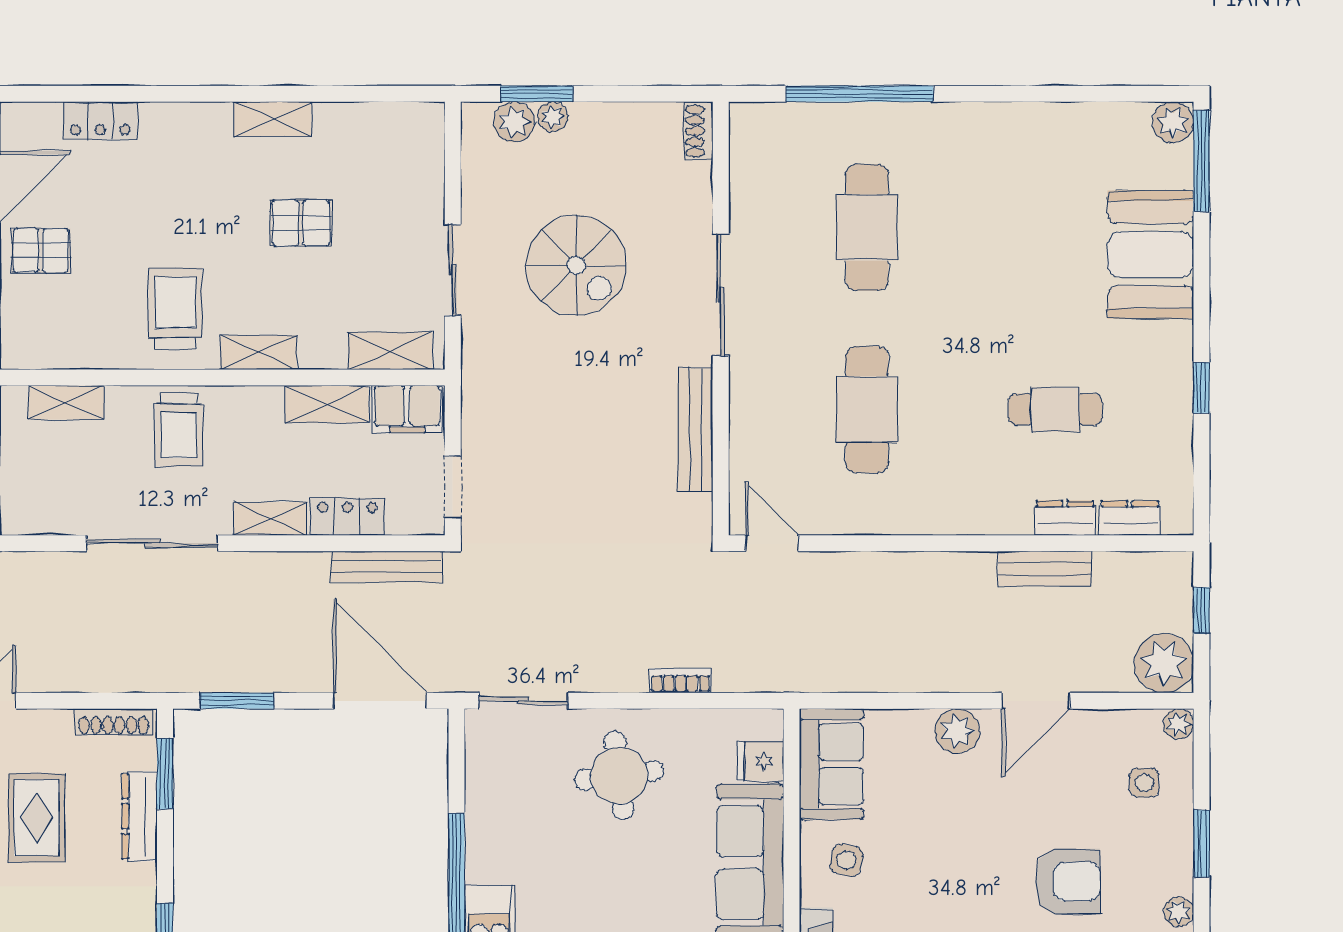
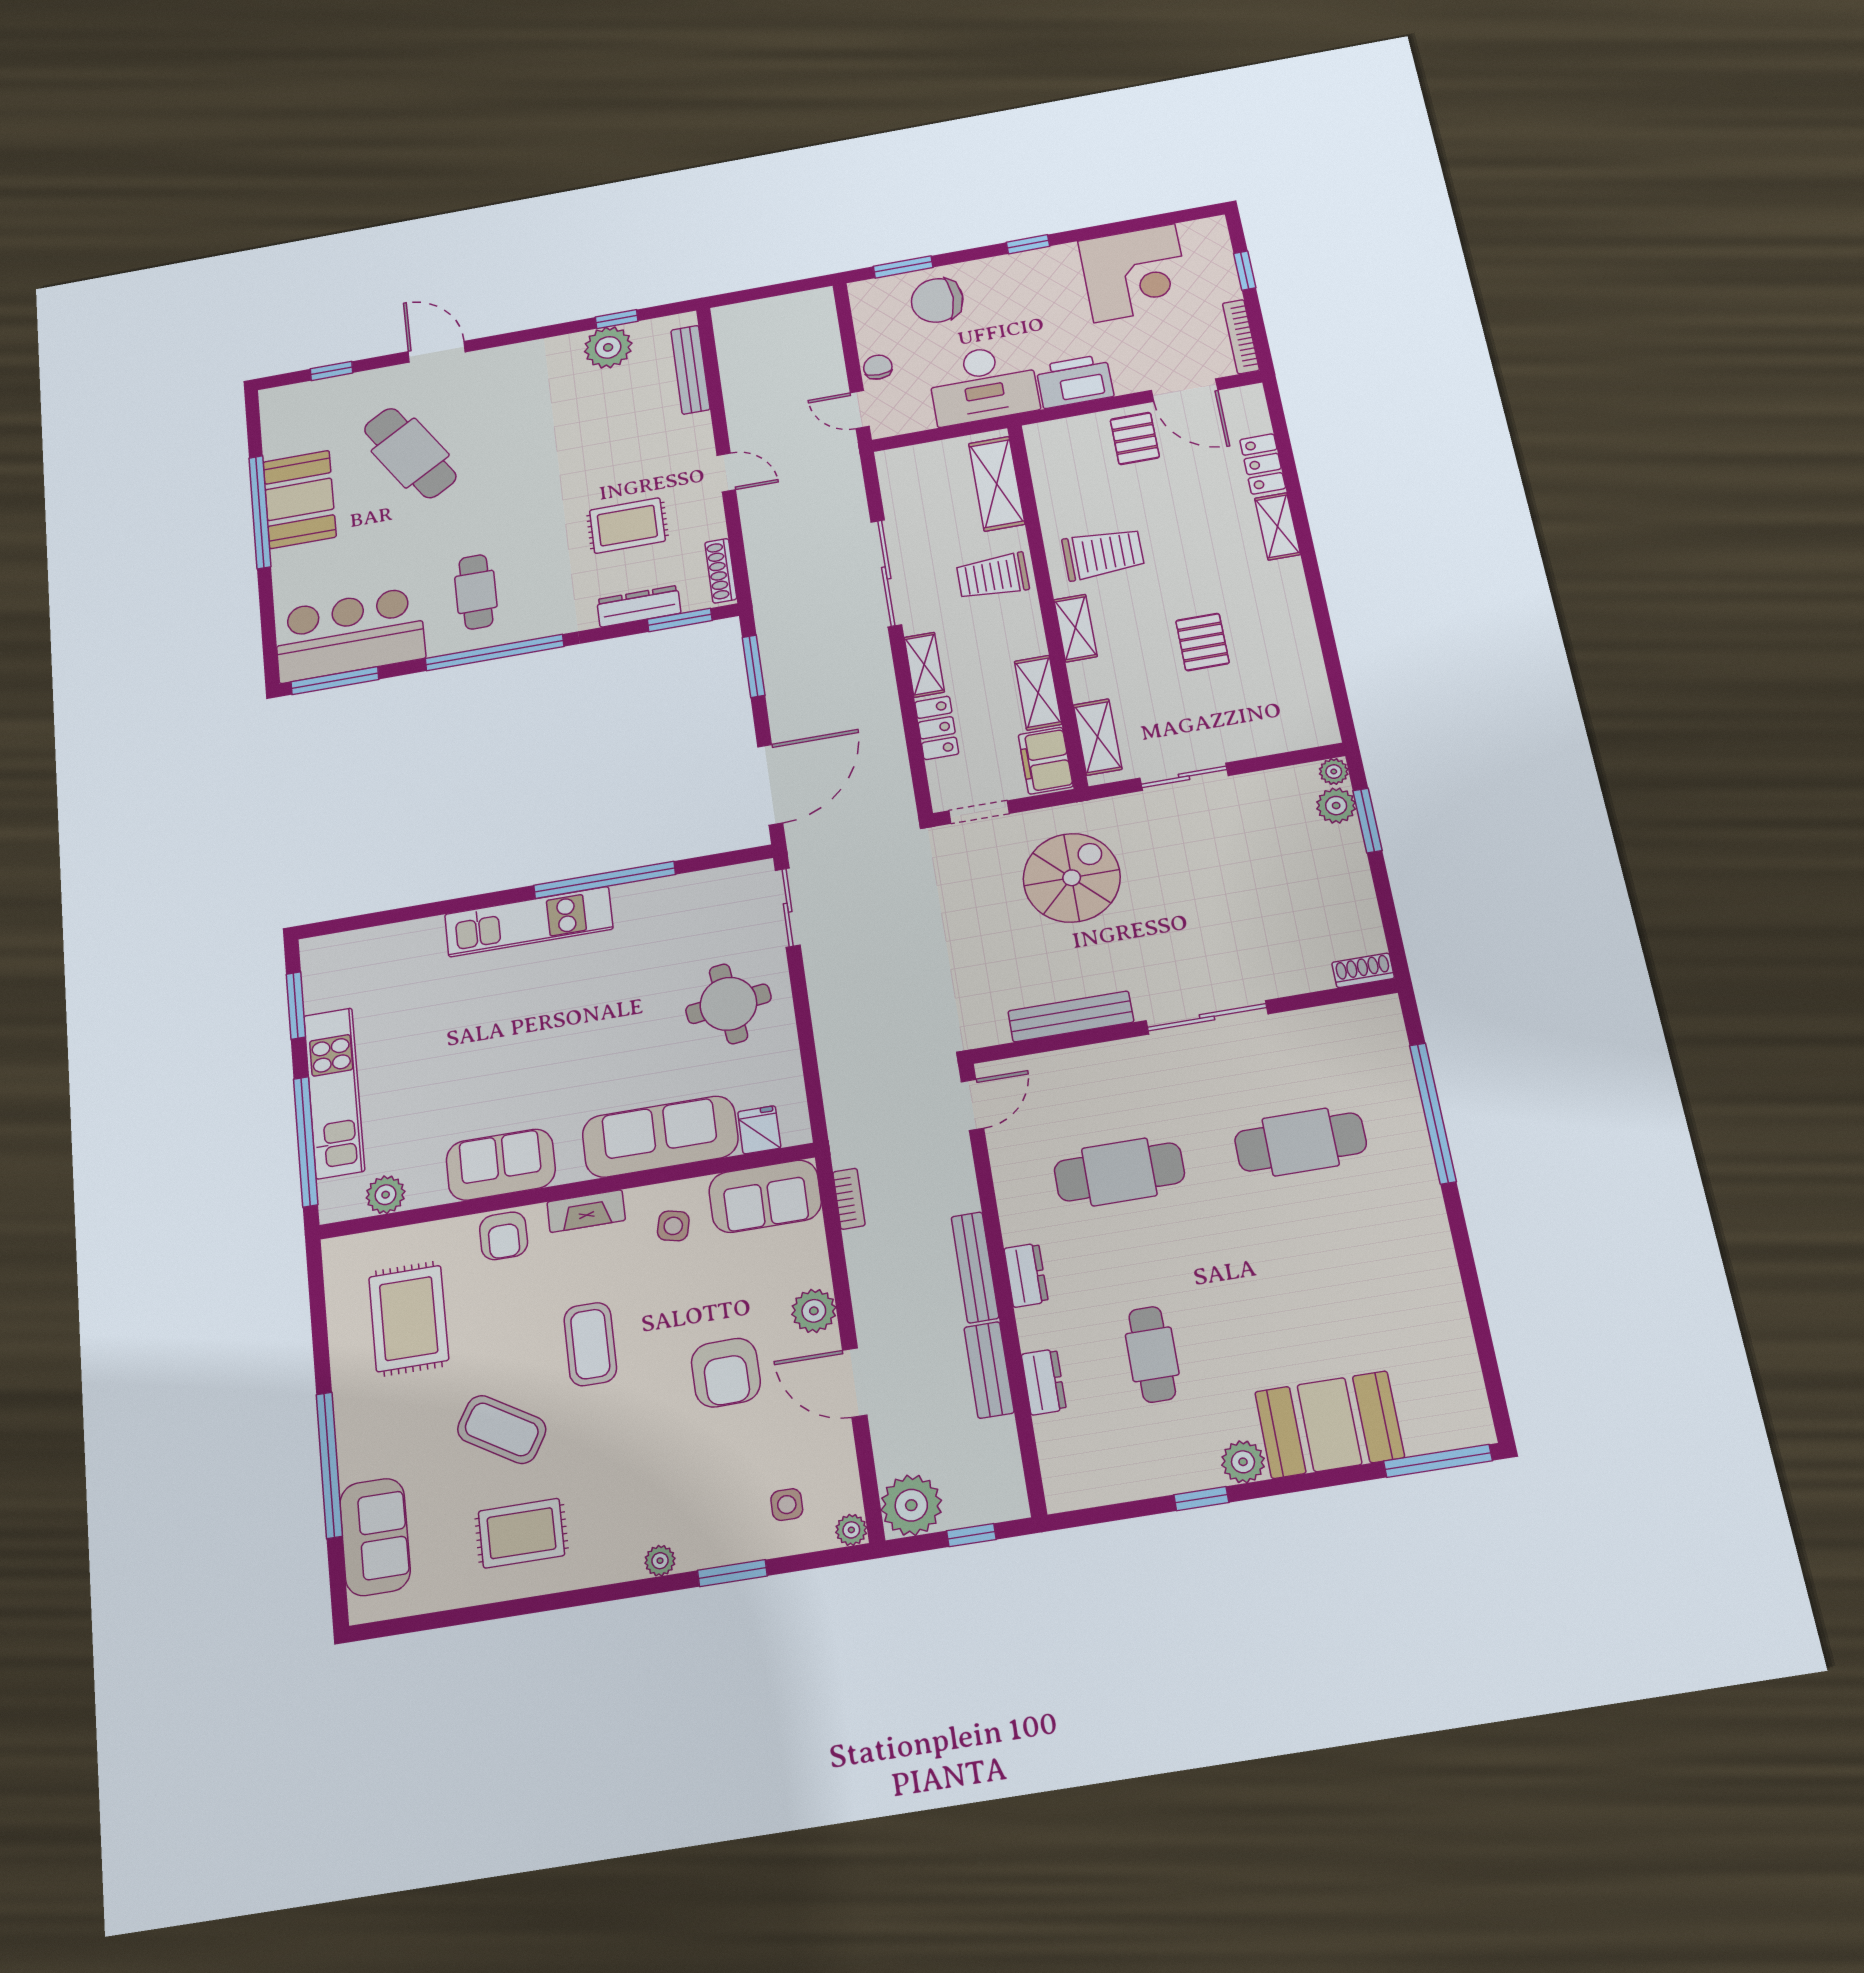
plant: (553, 117) -> (1334, 772), moved
shelving: (272, 119) -> (1277, 526), moved
plant: (1173, 122) -> (1243, 1462), moved
spiral stairs: (576, 265) -> (1072, 878), moved, turned 180
shelving: (66, 402) -> (997, 484), width x1.50, depth x1.33
dresser: (1130, 518) -> (1026, 1275), moved
bench: (386, 567) -> (975, 1267), moved
bookcase: (680, 681) -> (849, 1199), moved
armchair: (1068, 882) -> (726, 1373), moved

